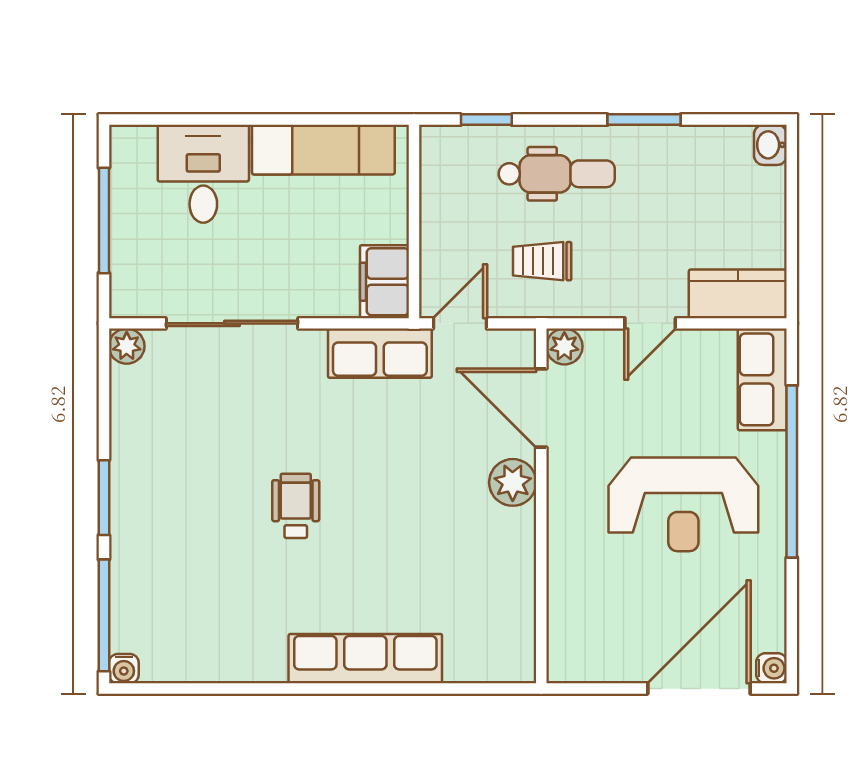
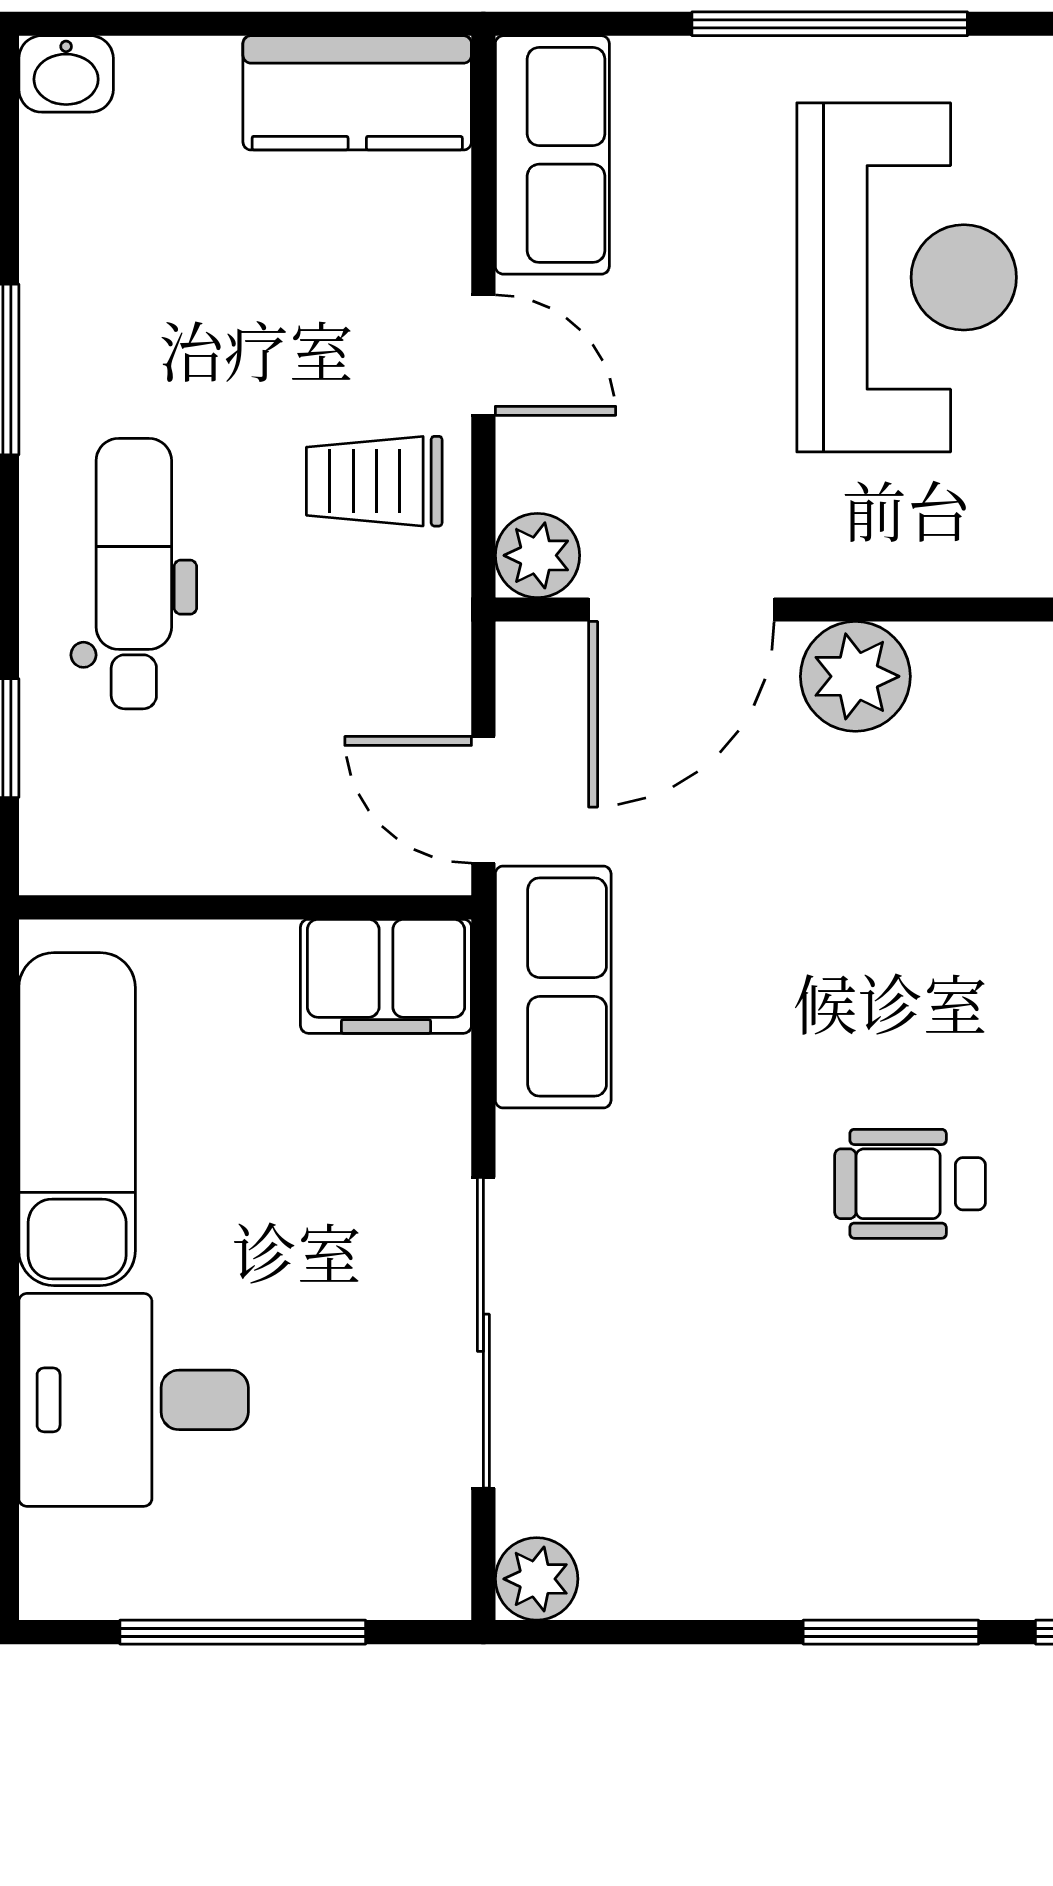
trolley: (542, 261) -> (374, 481), moved, turned 90
kitchen counter: (738, 294) -> (357, 93), moved, turned -90
row of seats: (762, 379) -> (552, 155), moved, turned -90
window: (792, 471) -> (830, 24), width x0.68

